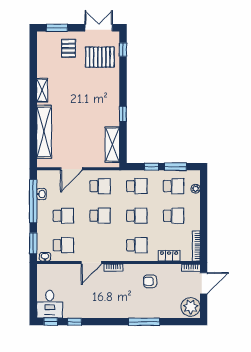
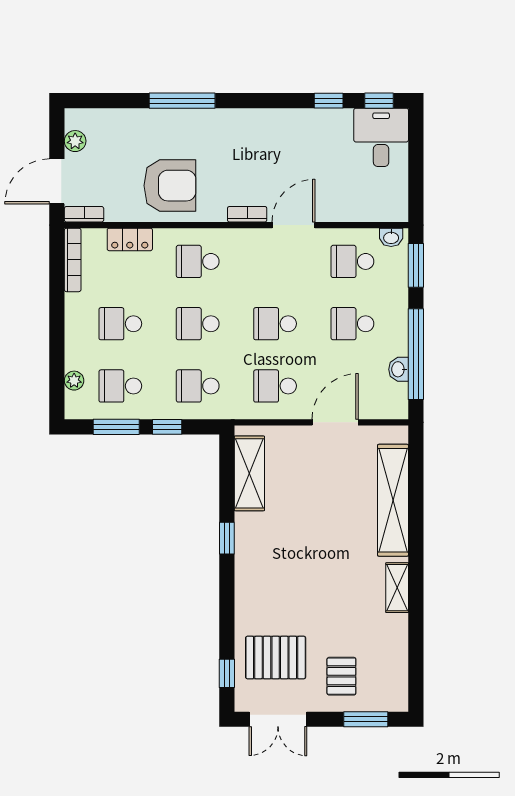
armchair: (150, 281) -> (170, 186), width x1.88, depth x1.88
plant: (191, 307) -> (75, 141), width x0.53, depth x0.53

